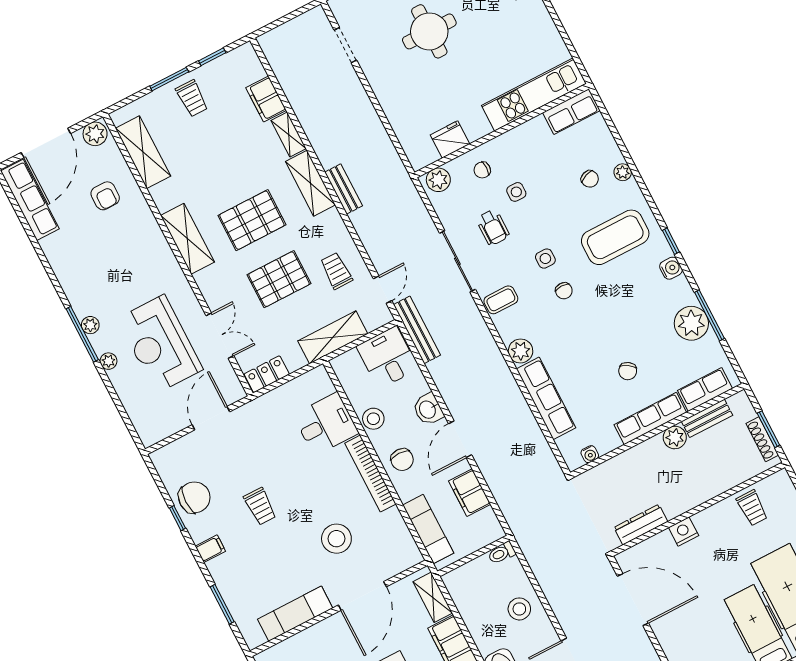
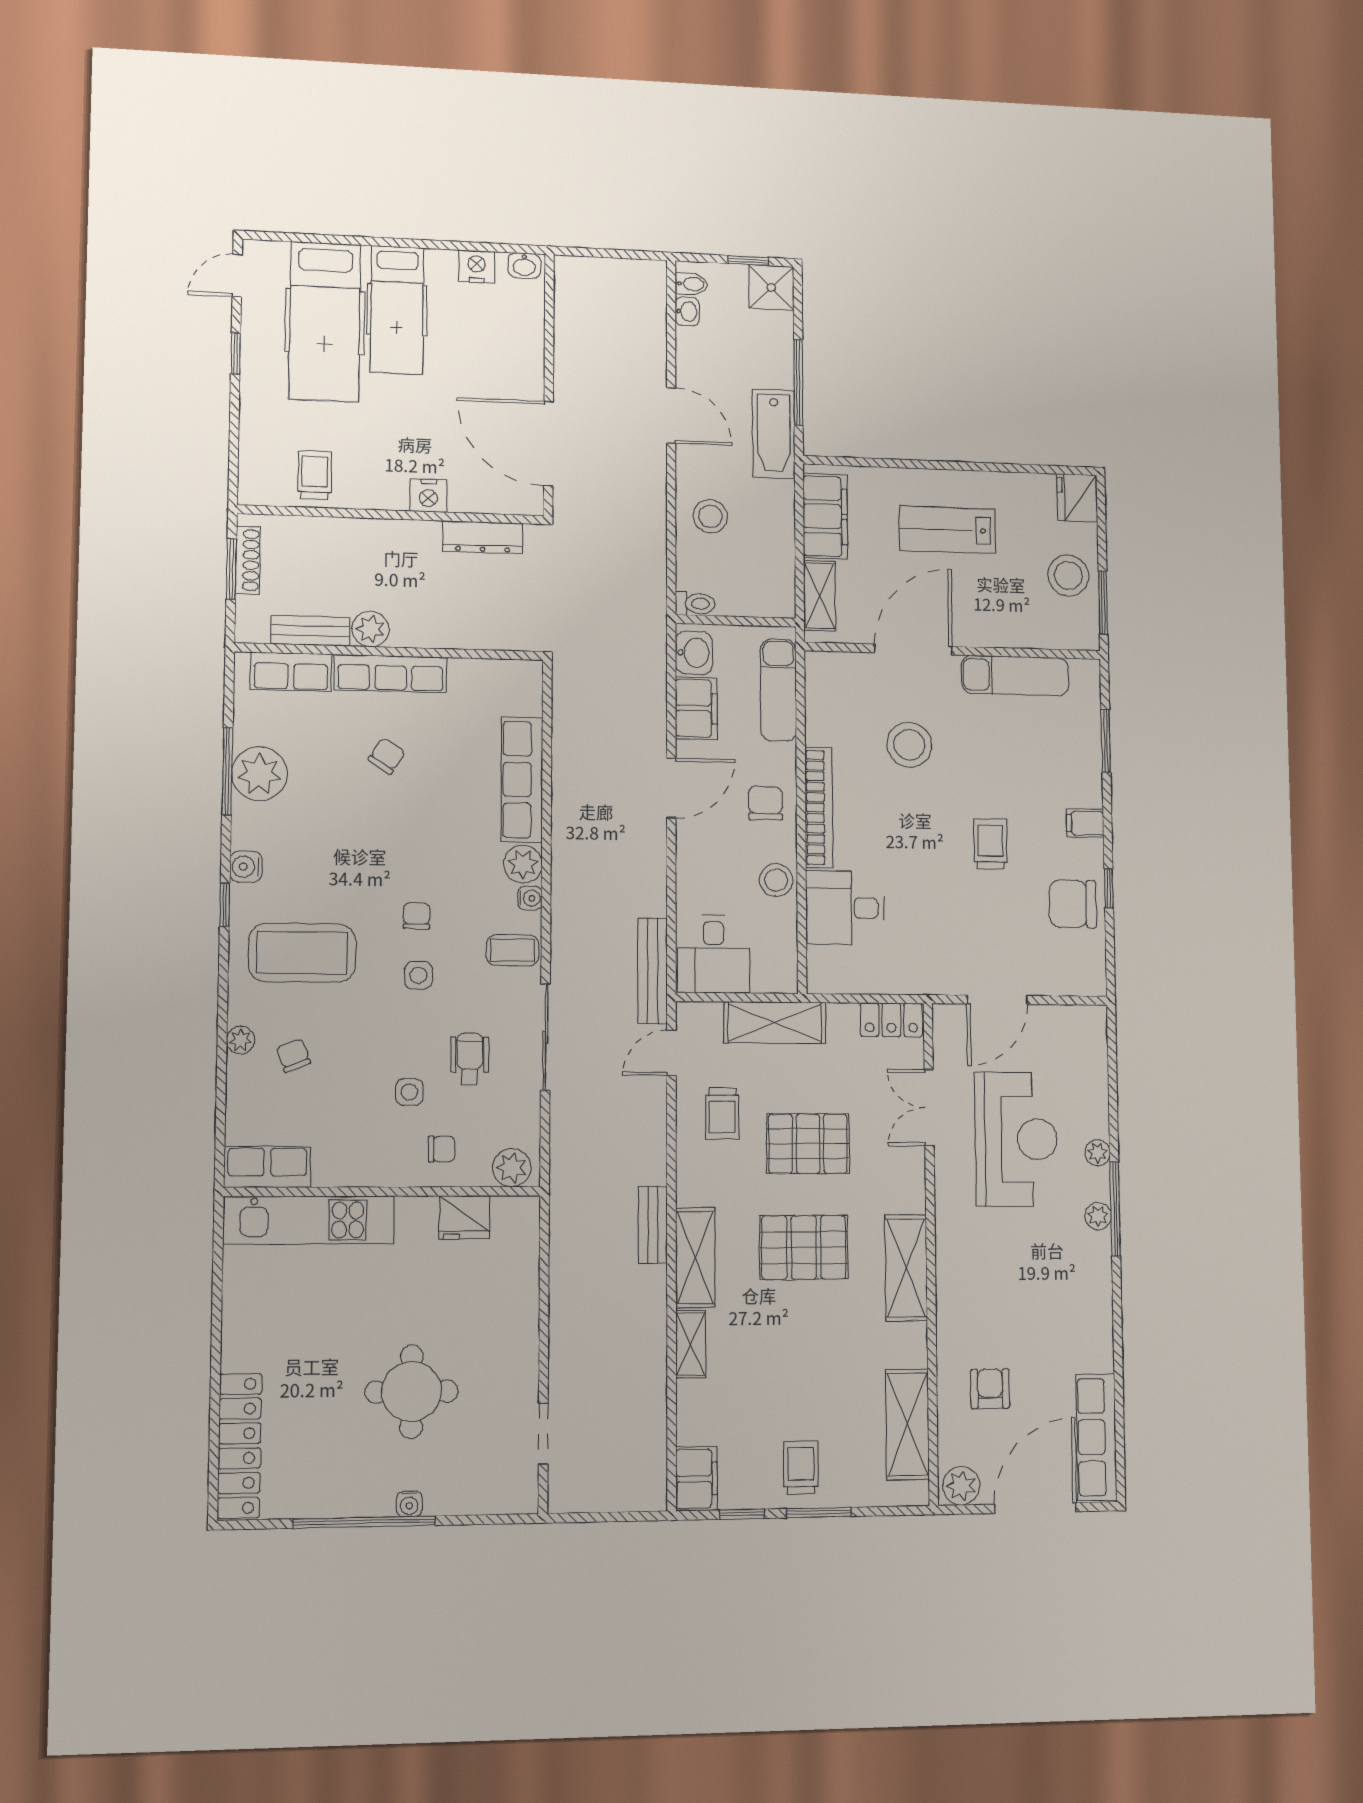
filing cabinet: (266, 99) -> (696, 1479), moved
washbasin: (428, 409) -> (694, 653), moved
water cooler: (590, 454) -> (530, 898), moved, turned 90

